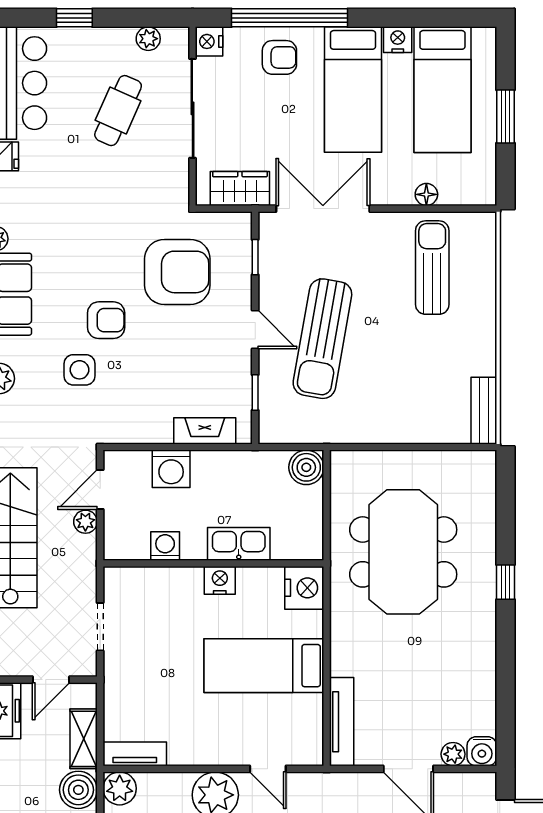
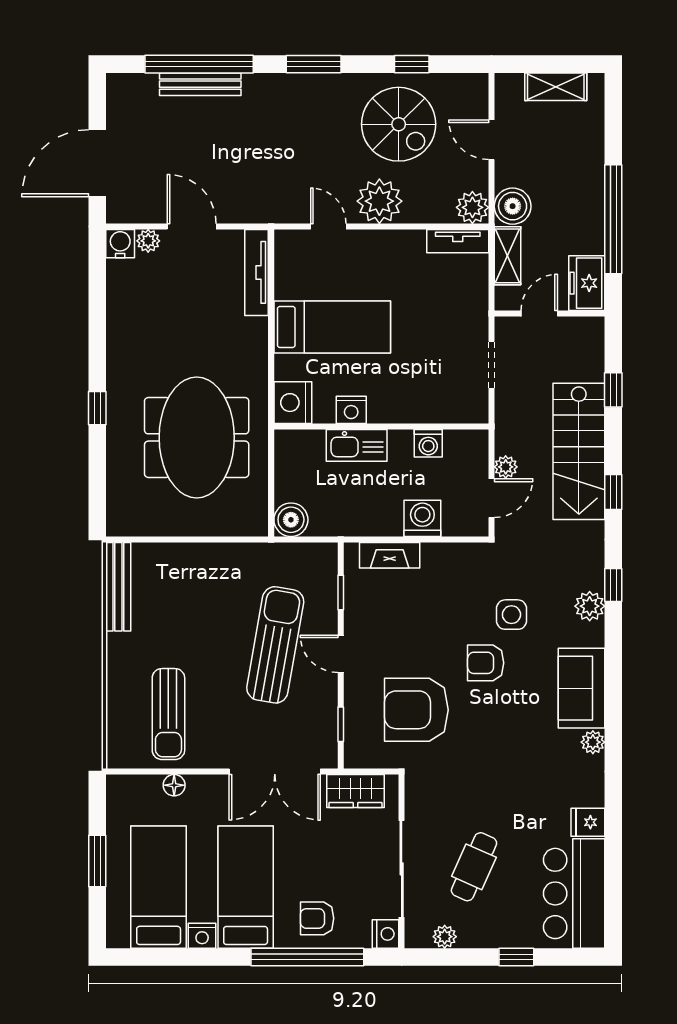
bench: (484, 411) -> (118, 587), width x1.36
nightstand: (220, 580) -> (351, 410), moved

